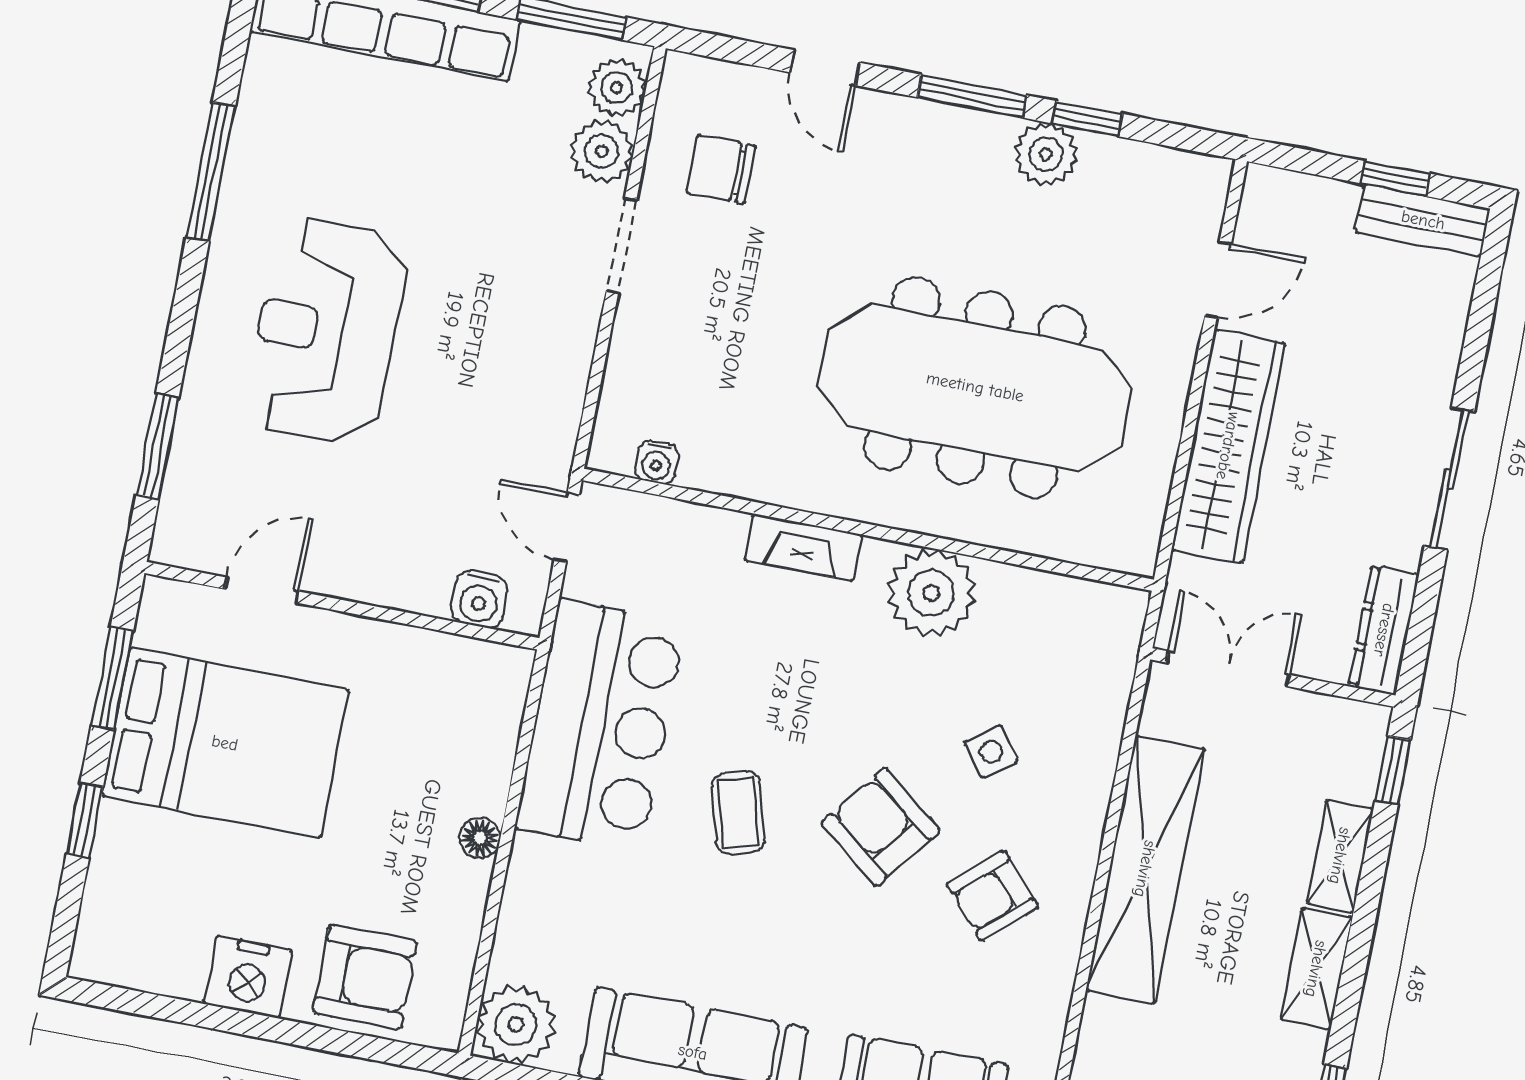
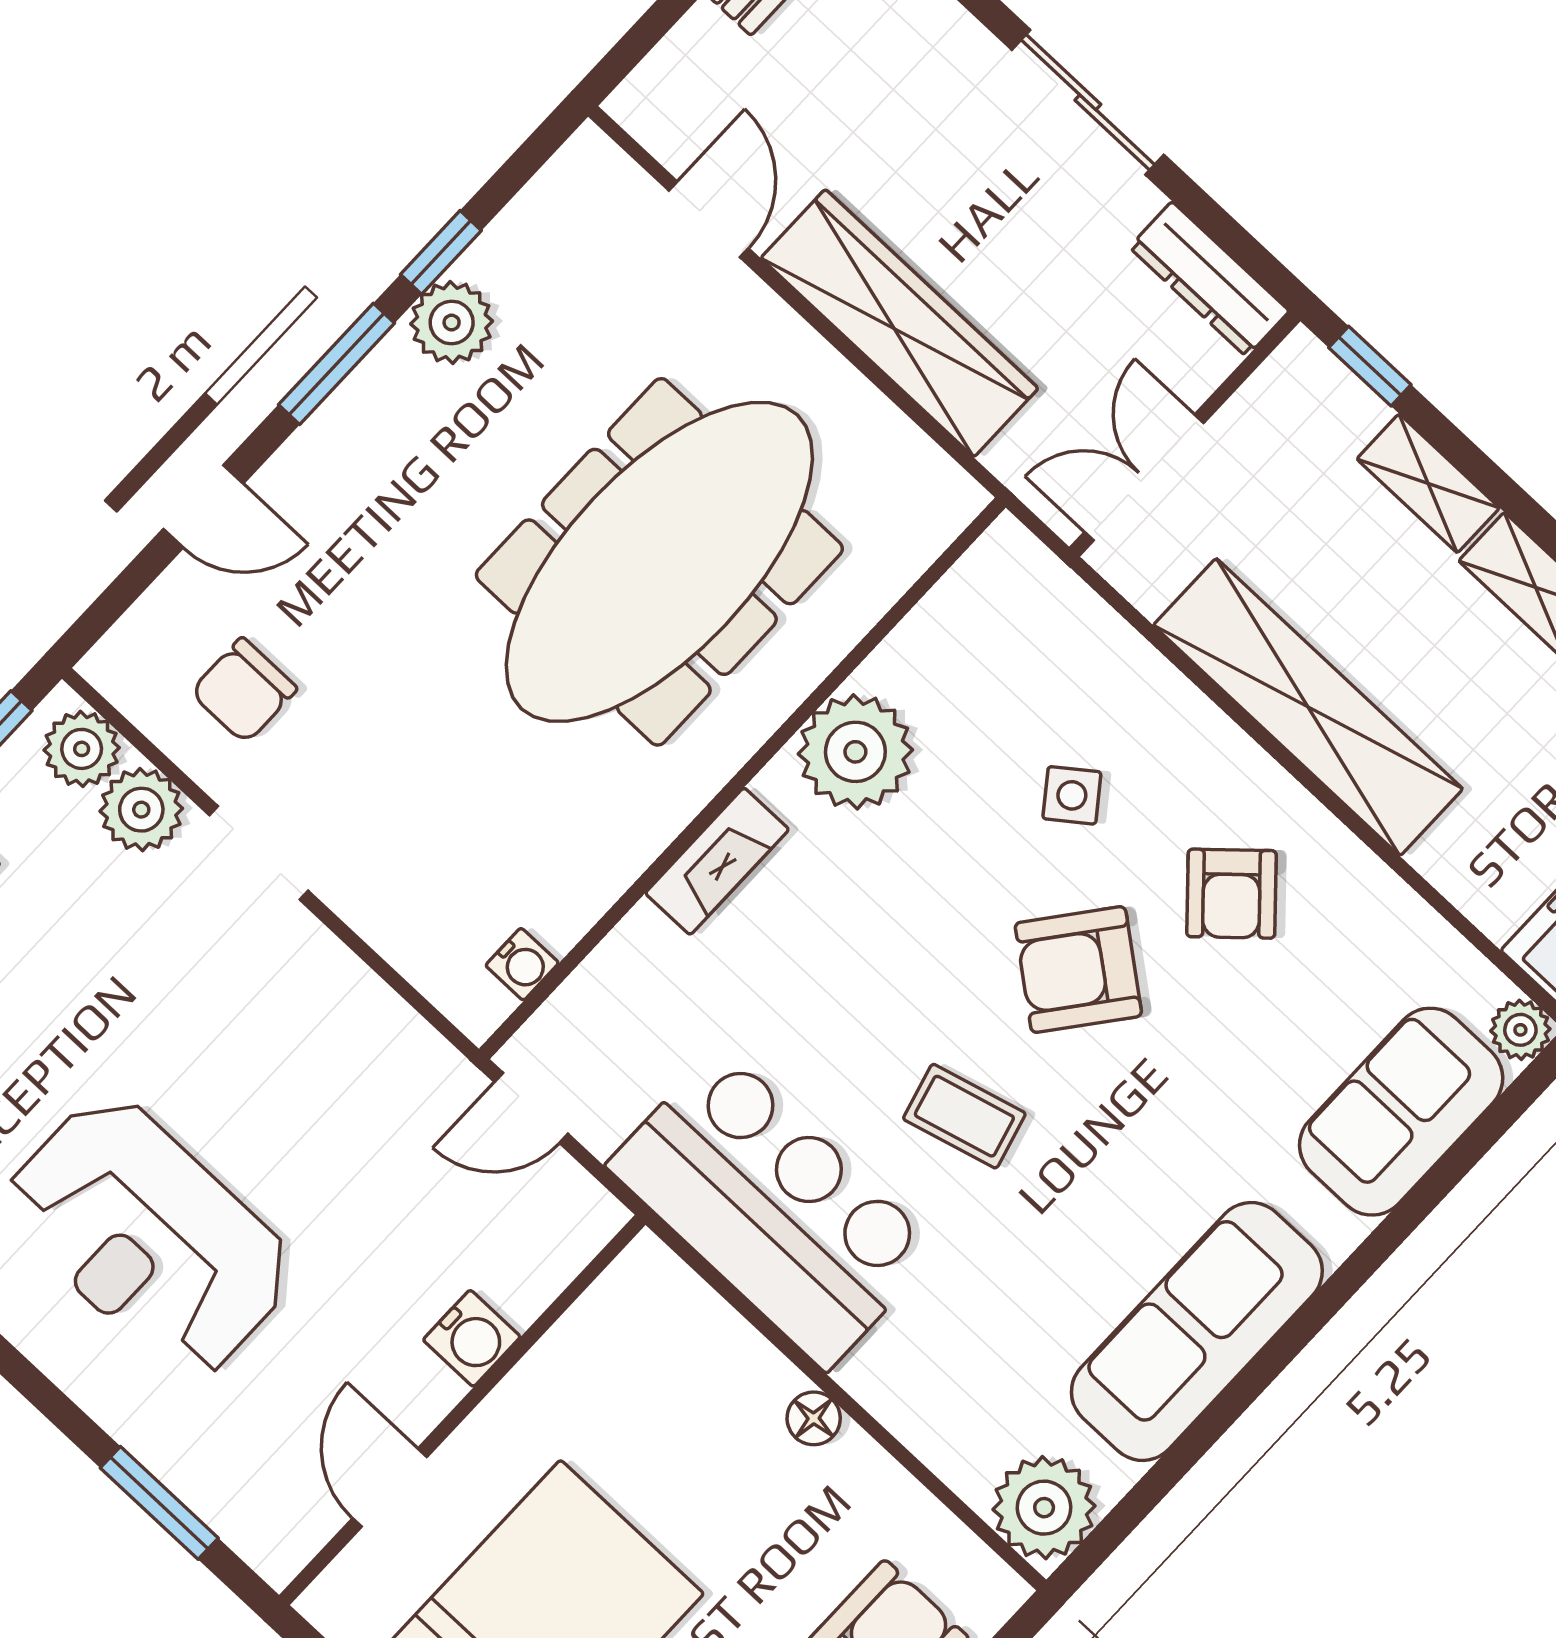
water cooler: (479, 599) -> (472, 1338), moved

